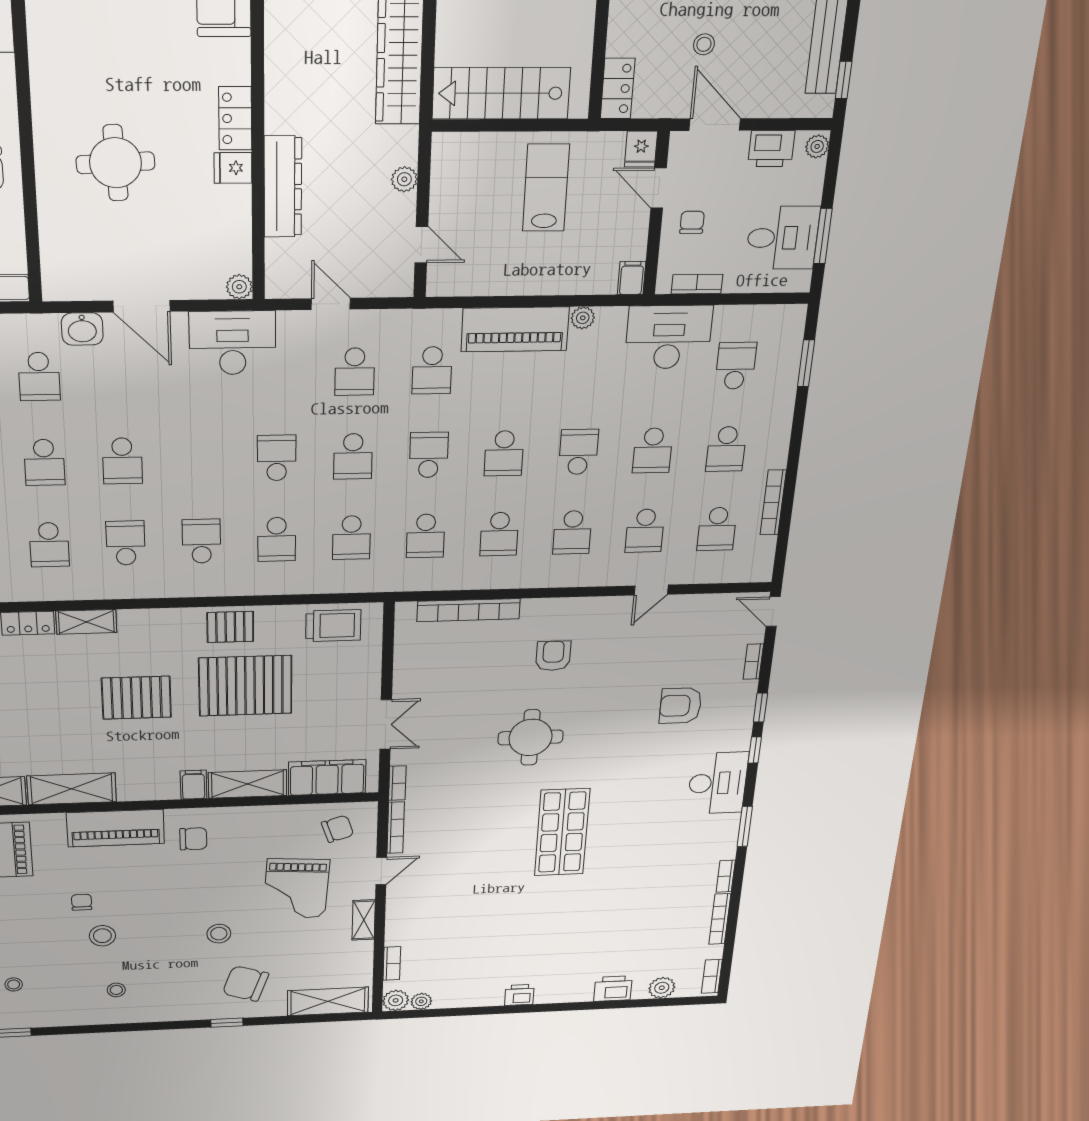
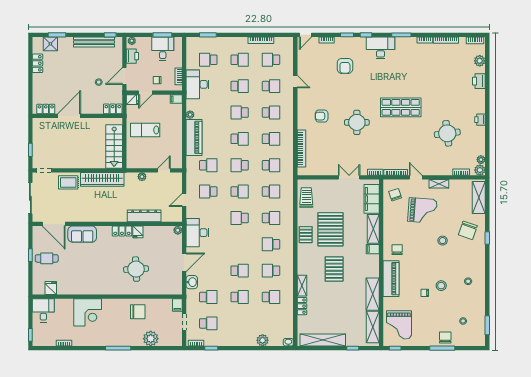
school desk: (355, 372) -> (208, 192), turned 180
school desk: (717, 529) -> (271, 60), turned 180
round table: (490, 932) -> (447, 133), added

